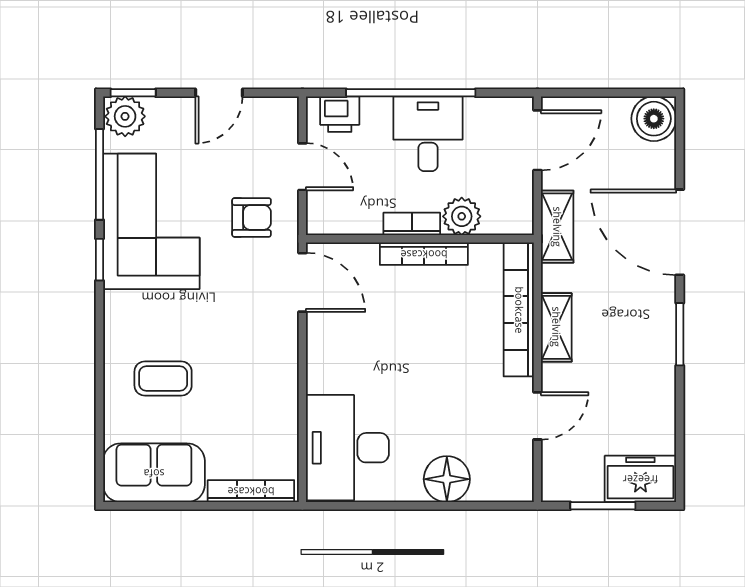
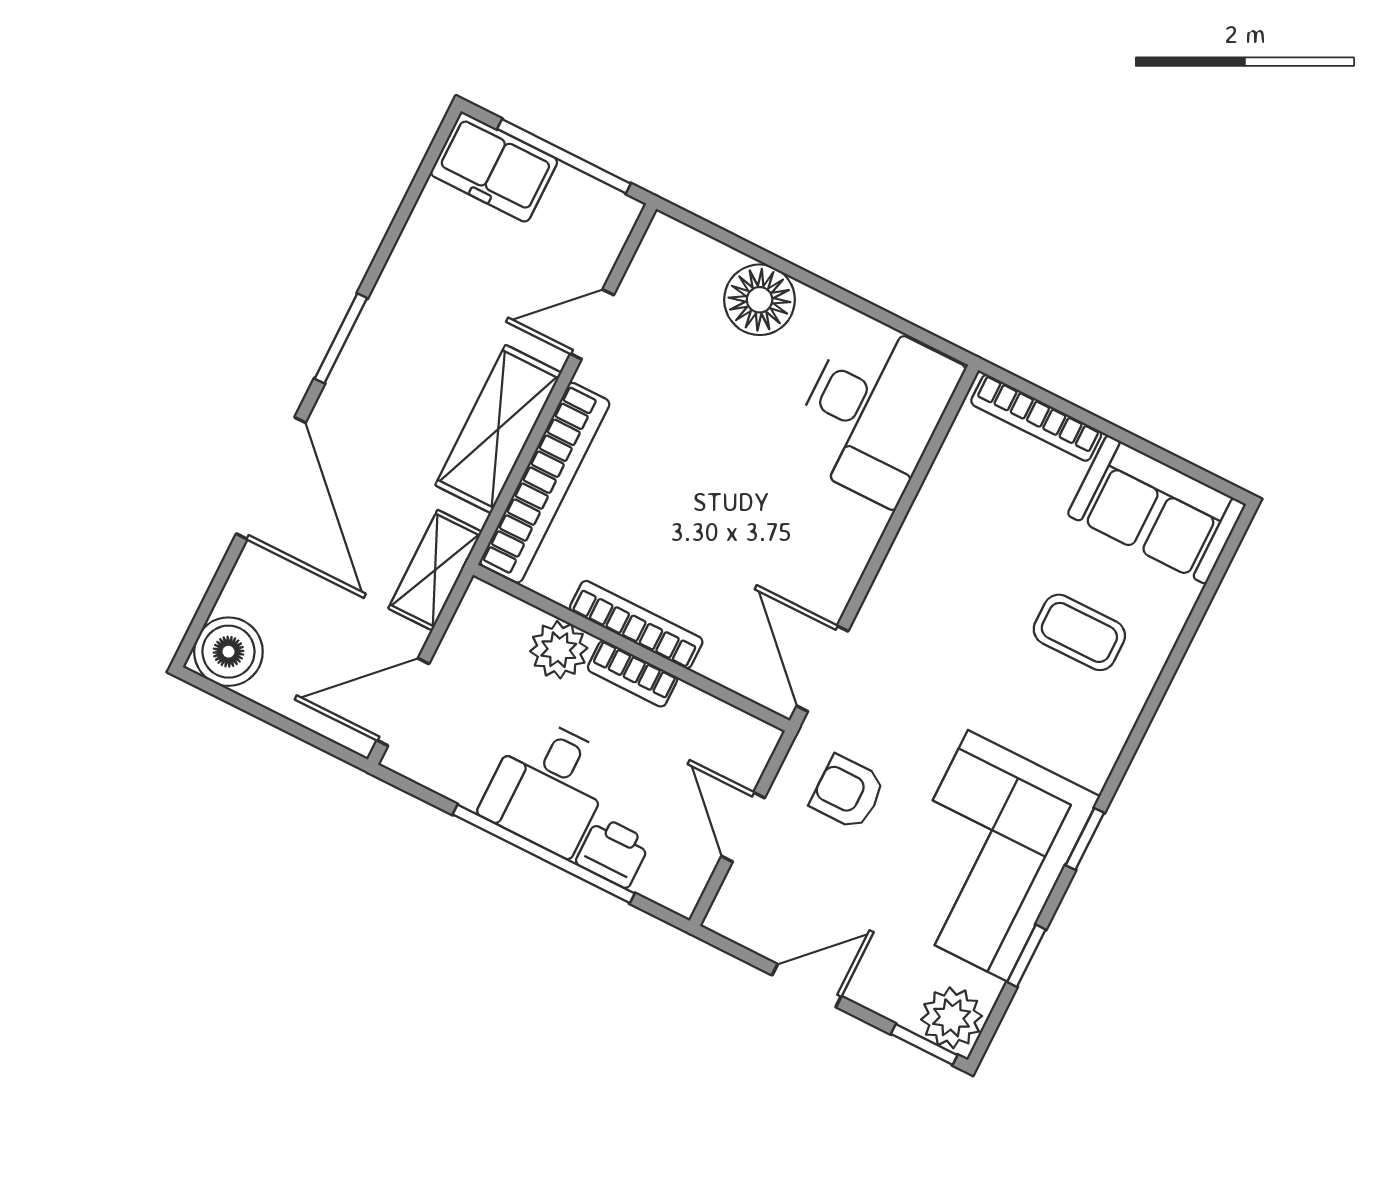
printer: (340, 114) -> (613, 852), moved
window: (99, 174) -> (1026, 956), width x0.46
shelving: (556, 327) -> (498, 429), width x1.50, depth x1.33
window: (603, 506) -> (564, 156), width x1.44

